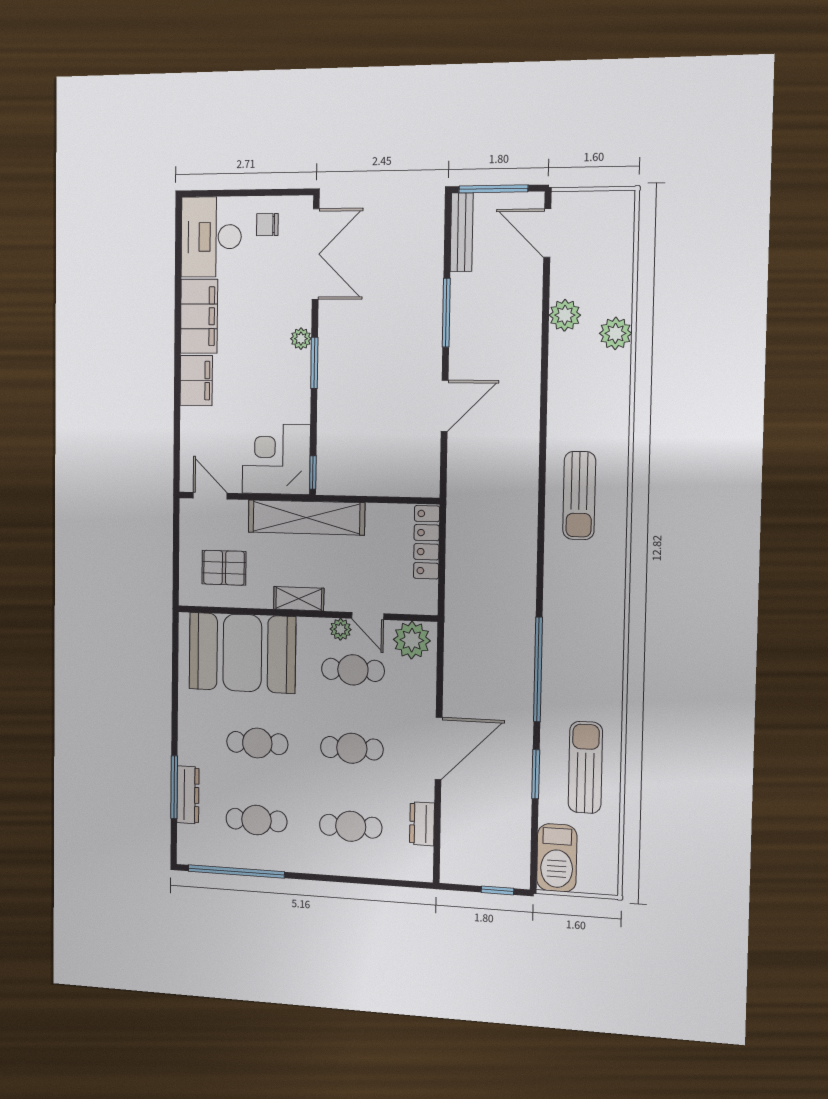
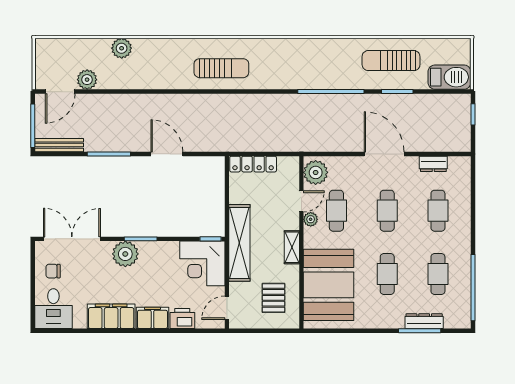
chair: (267, 225) -> (53, 271), turned 90
desk: (211, 237) -> (53, 309), width x0.73
plant: (565, 315) -> (87, 80), moved
plant: (301, 339) -> (125, 254), width x1.88, depth x1.88
printer: (195, 427) -> (182, 318), added

